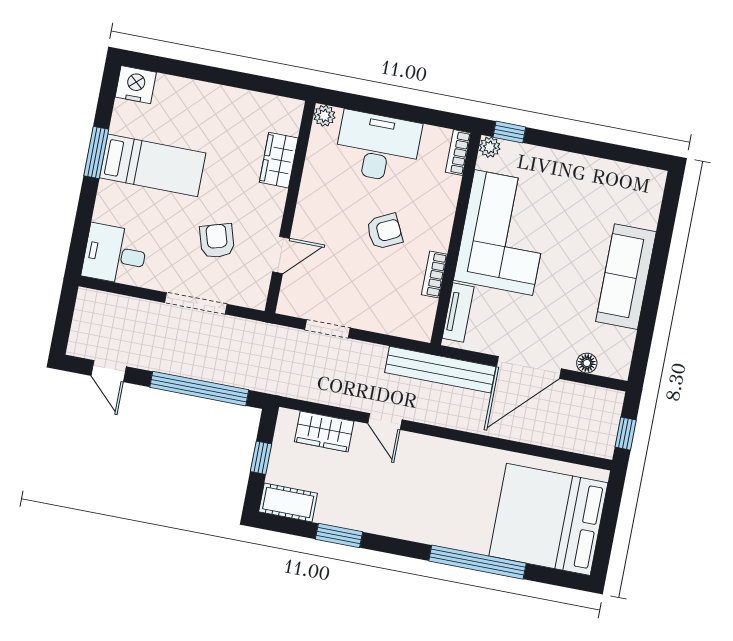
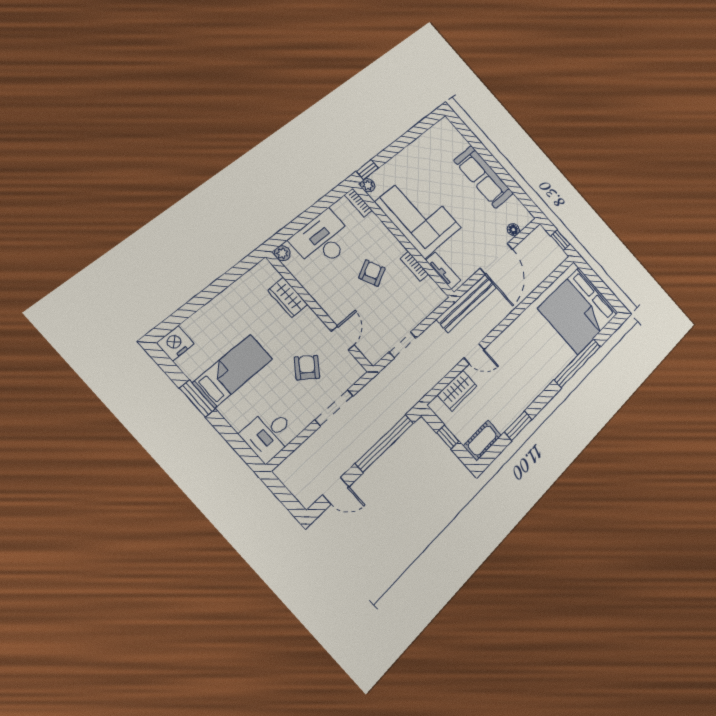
armchair: (217, 241) -> (307, 368), turned 54

